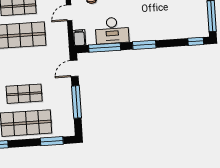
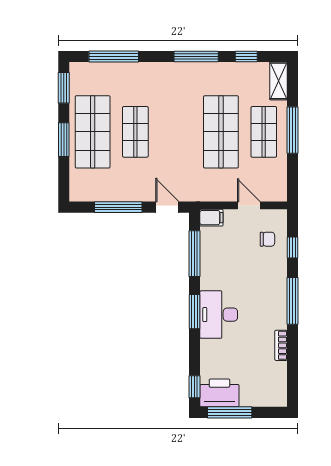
printer: (199, 24) -> (219, 393), added
desk: (112, 30) -> (219, 315), moved
window: (52, 141) -> (64, 140), moved

